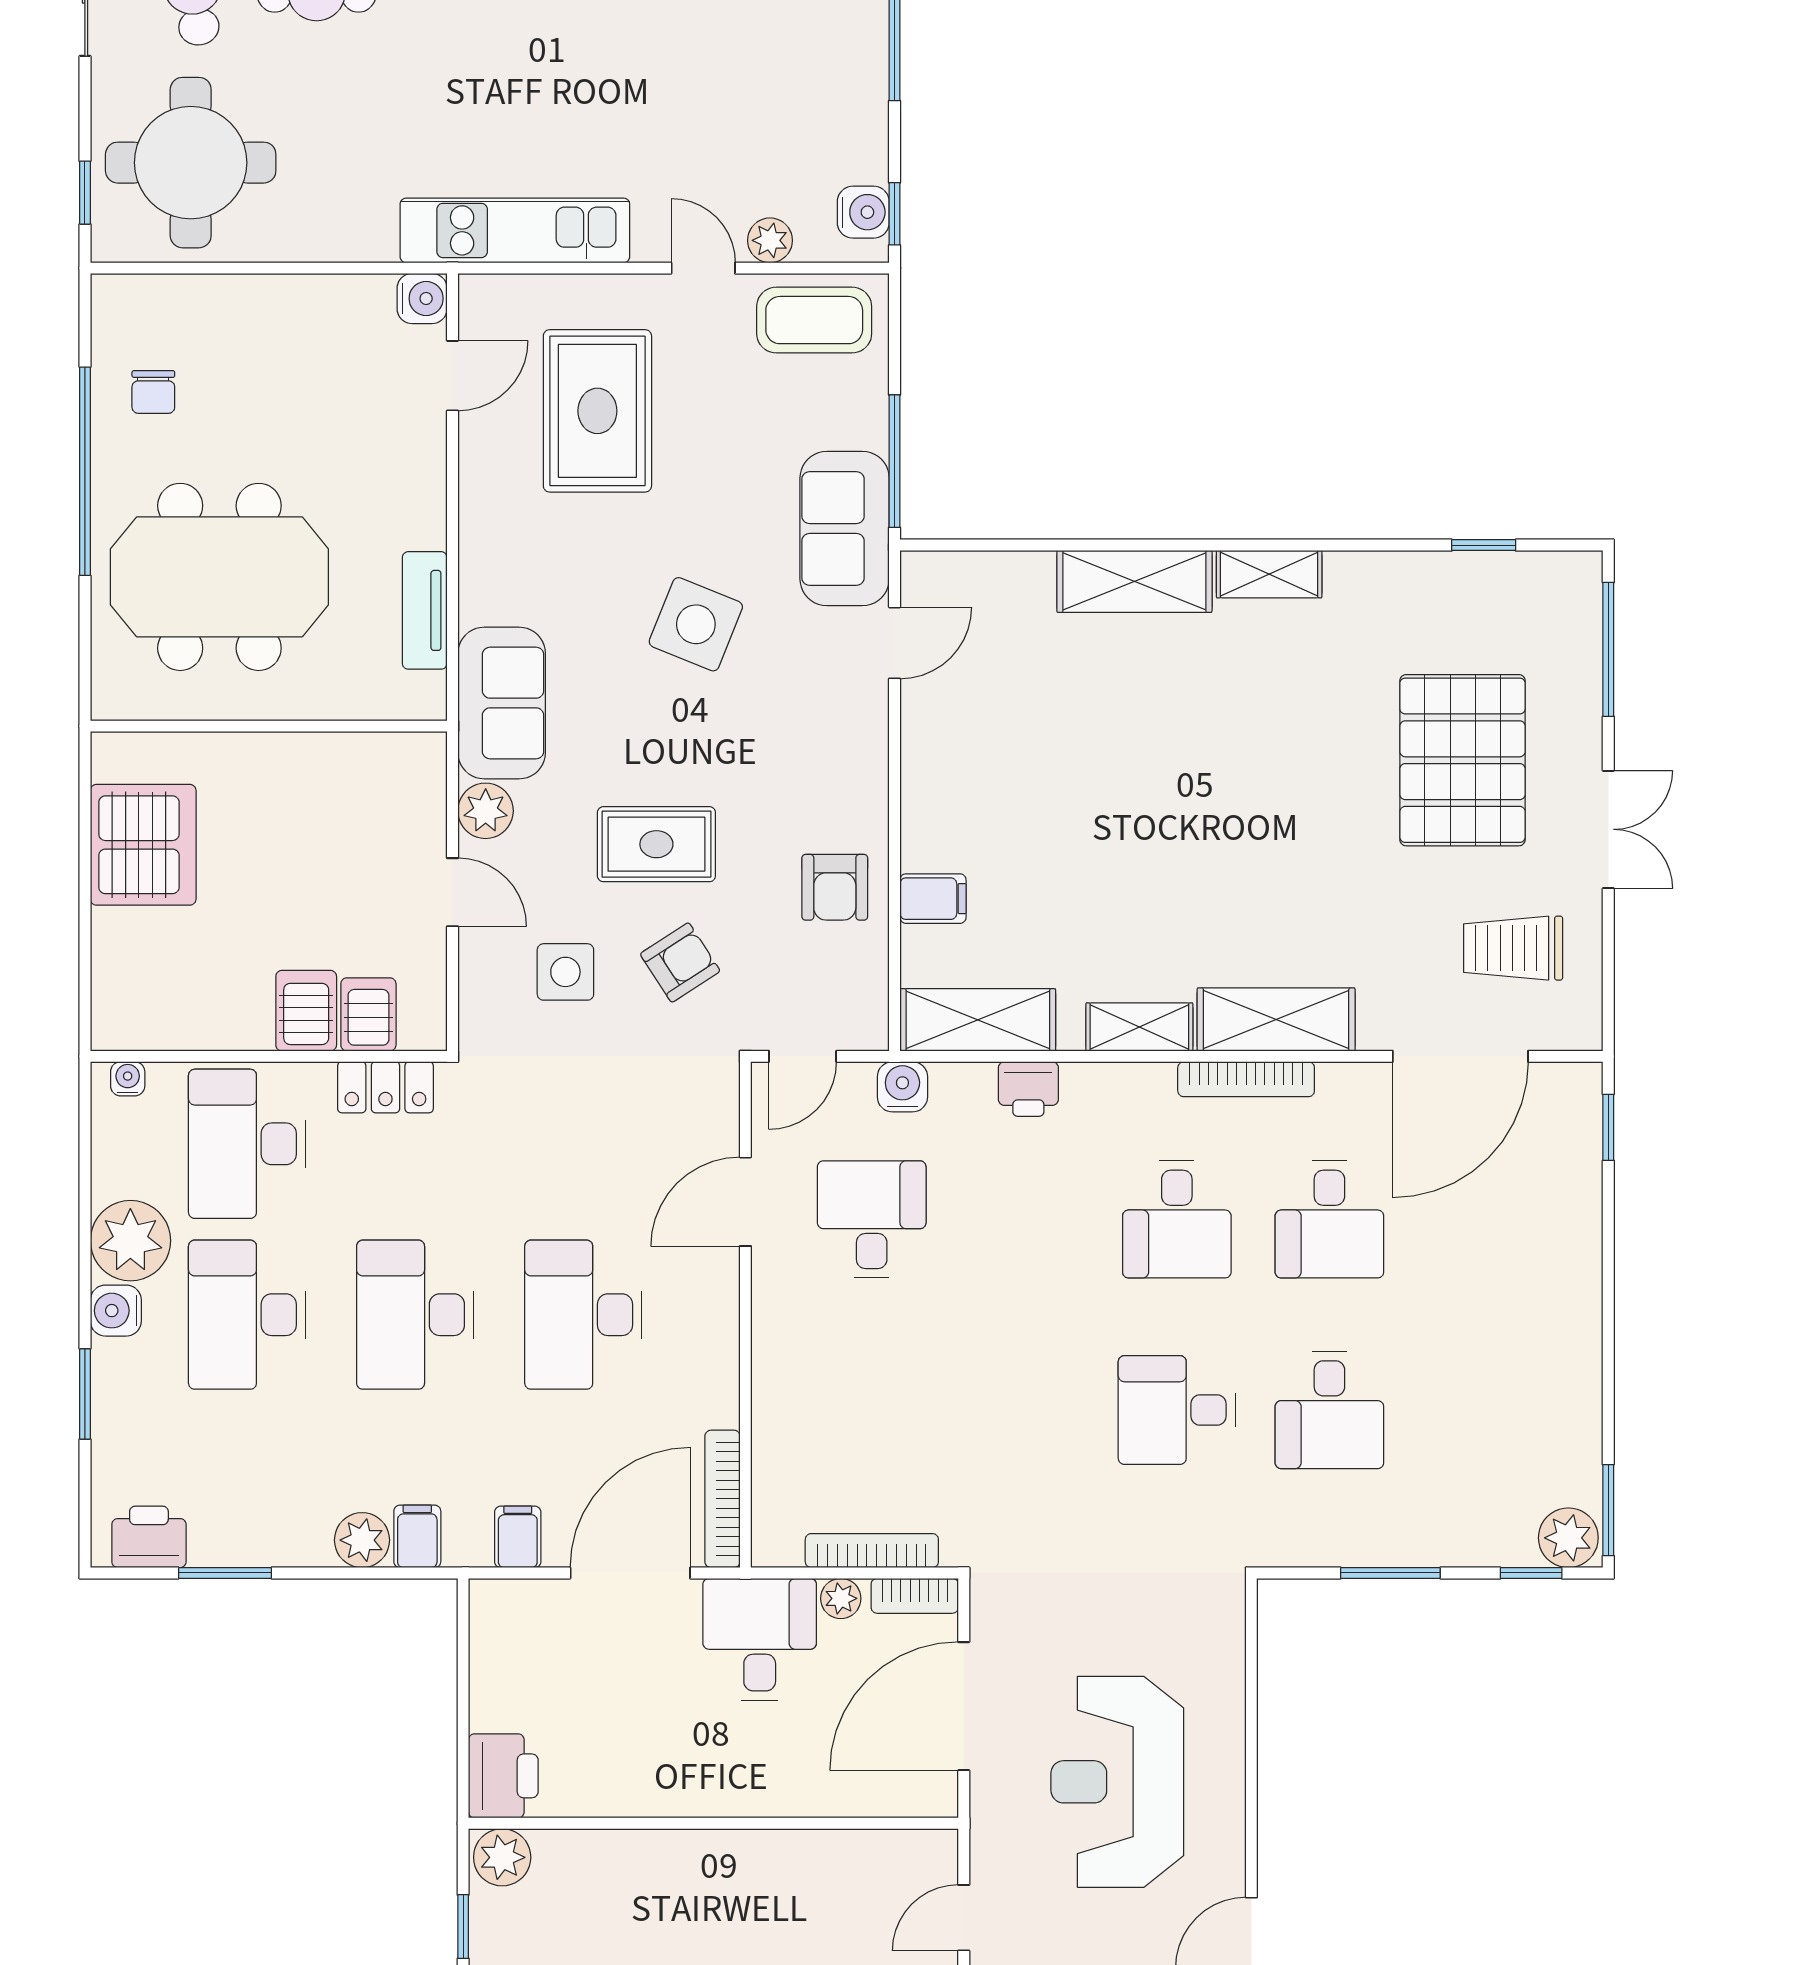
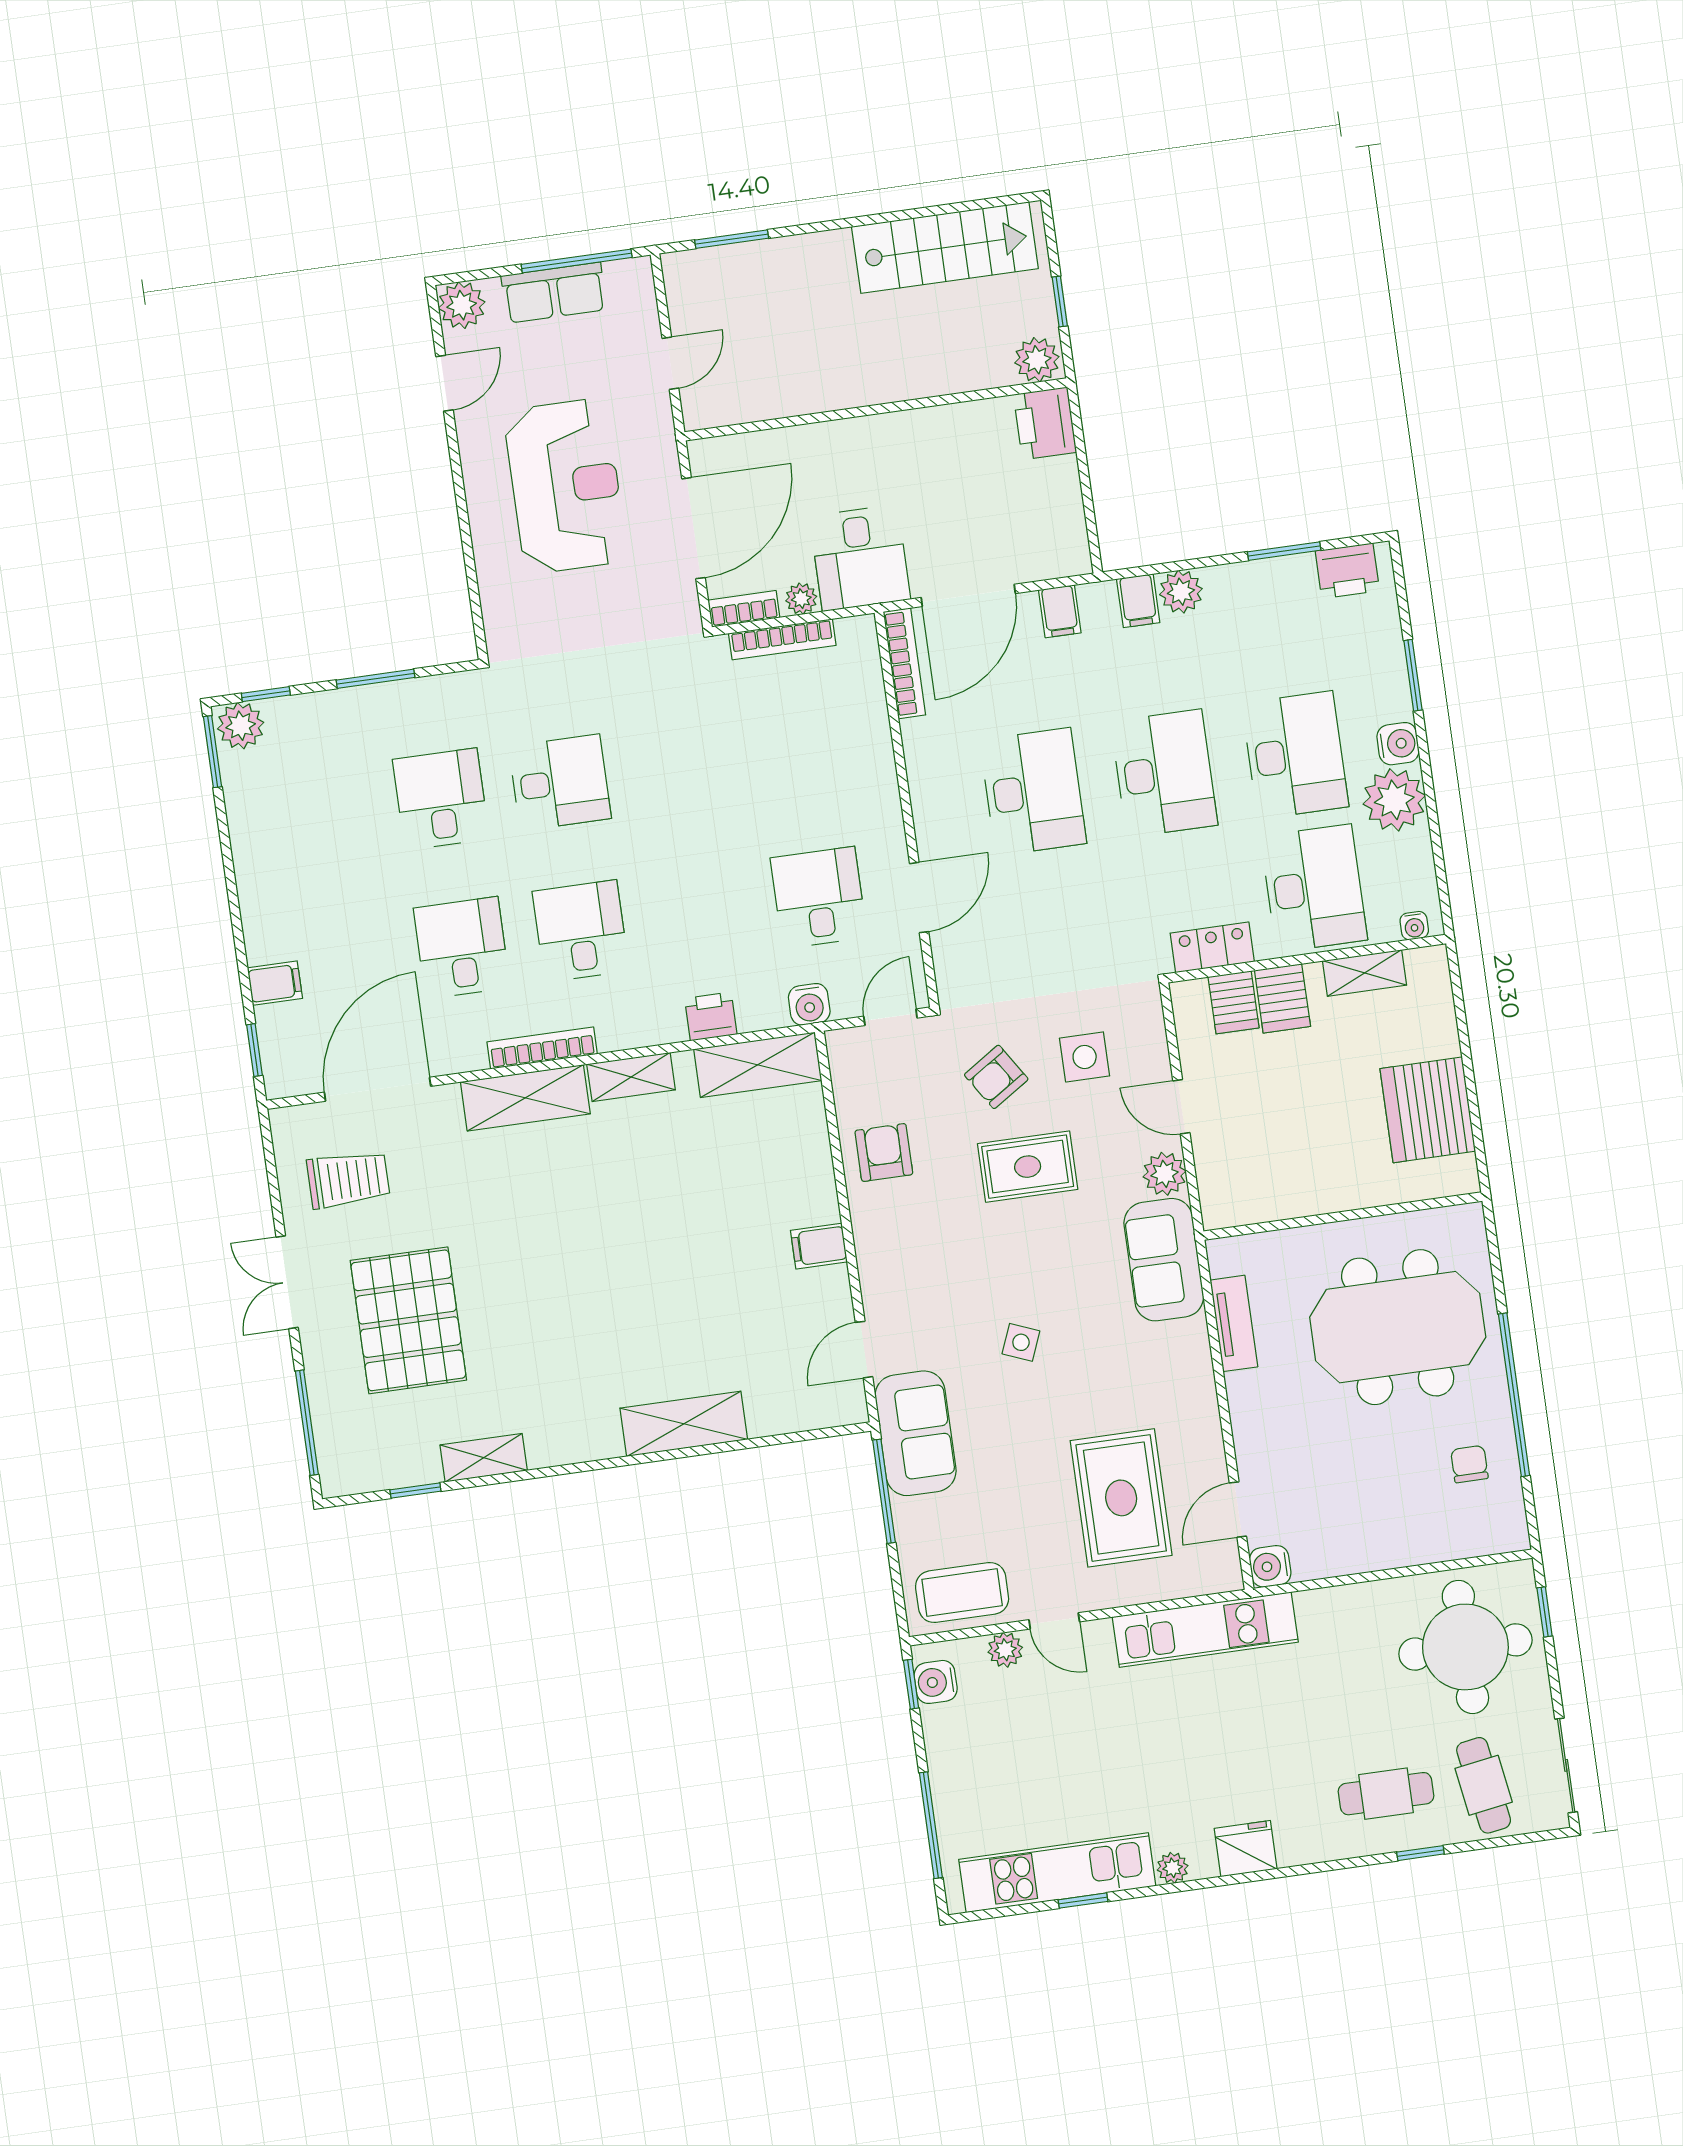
shelving: (1269, 574) -> (484, 1458), moved
side table: (696, 624) -> (1021, 1342), width x0.54, depth x0.54
filing cabinet: (933, 899) -> (819, 1246), moved
shelving: (199, 1028) -> (1364, 973), added
filing cabinet: (1571, 1208) -> (275, 983), added
desk: (872, 1219) -> (819, 898), turned 180

